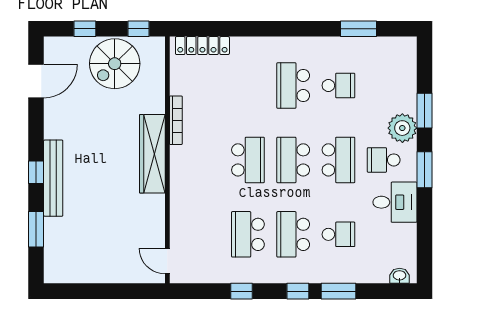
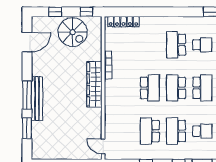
spiral stairs: (115, 64) -> (73, 32), turned -90
window: (36, 172) -> (27, 95), width x2.17

